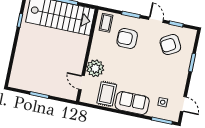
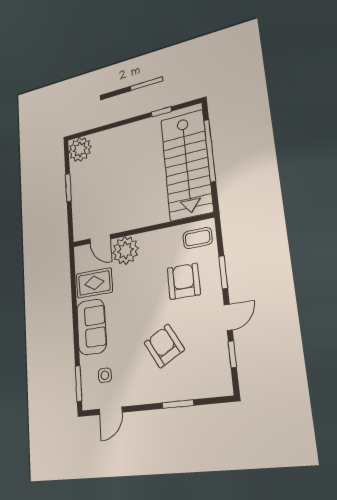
armchair: (170, 45) -> (164, 346), moved
plant: (18, 80) -> (80, 149), added
door: (82, 83) -> (100, 239), swing flipped

